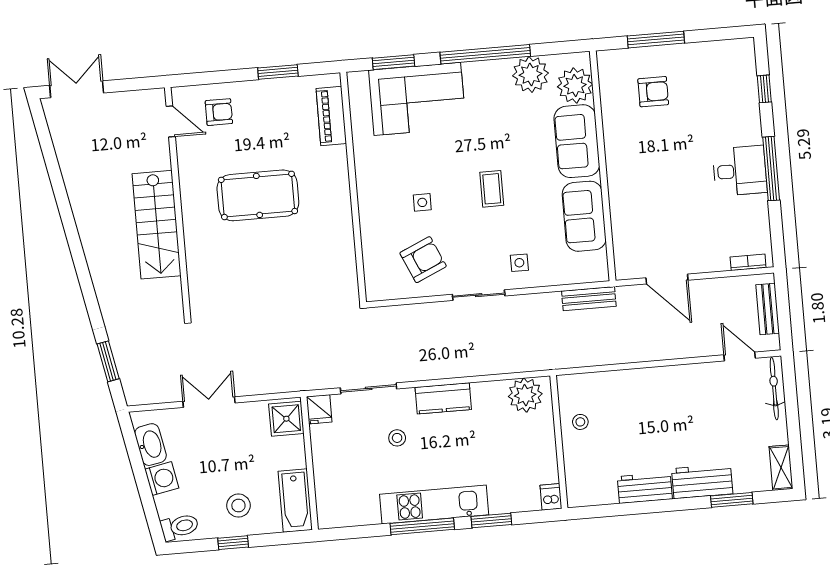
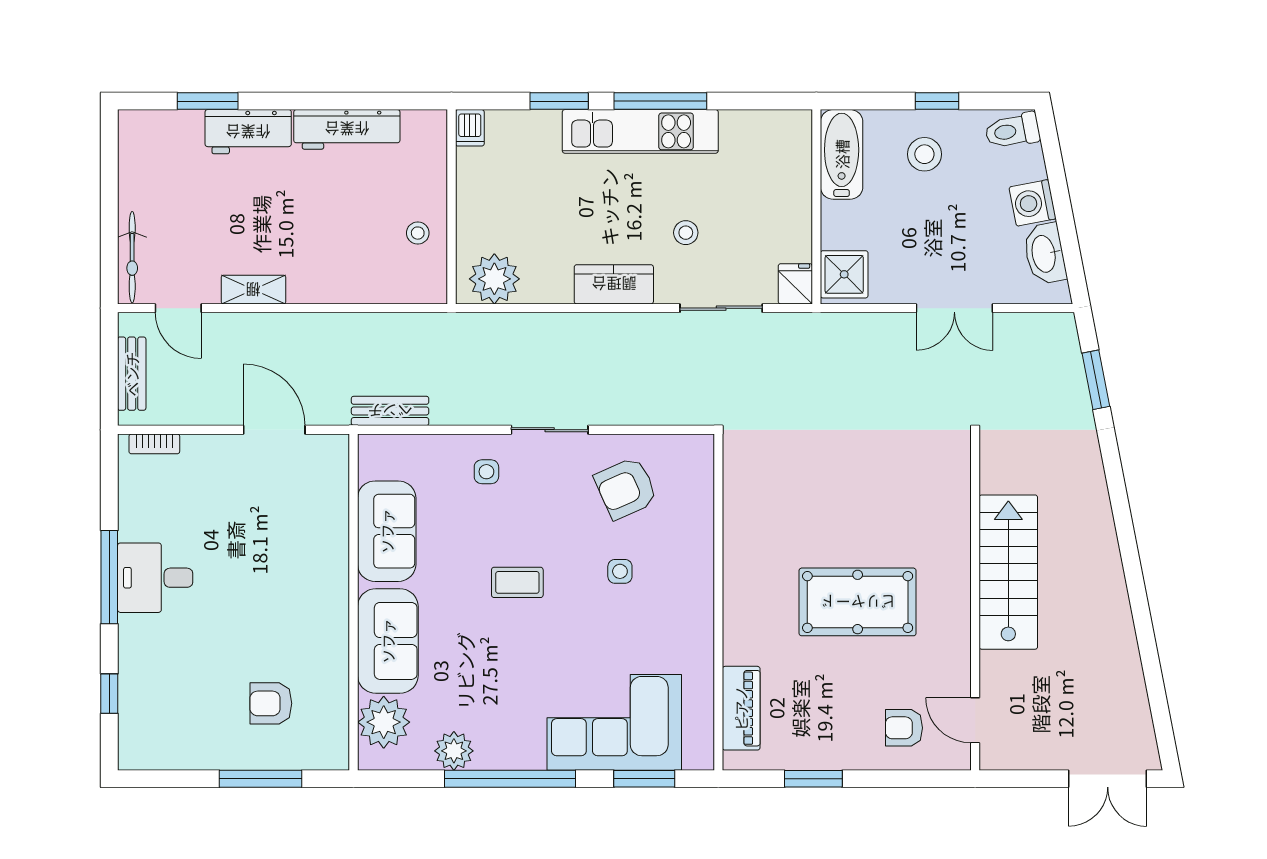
plant: (531, 74) -> (454, 751), width x0.73, depth x0.73
coffee table: (492, 189) -> (517, 582), turned 90
shelving: (781, 468) -> (253, 290), moved, turned 90
workbench: (645, 488) -> (347, 129), width x1.38

